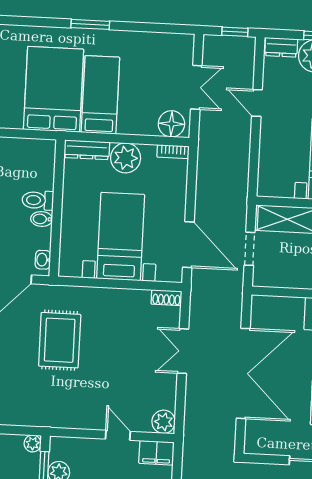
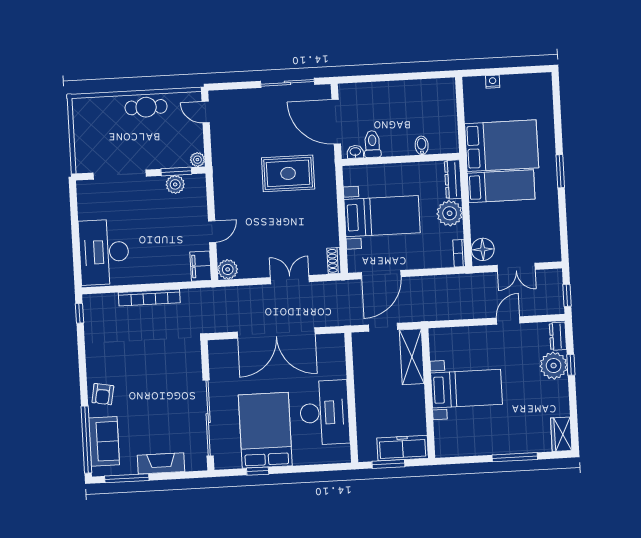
toilet: (38, 200) -> (372, 144), moved
bidet: (42, 219) -> (422, 145), moved

